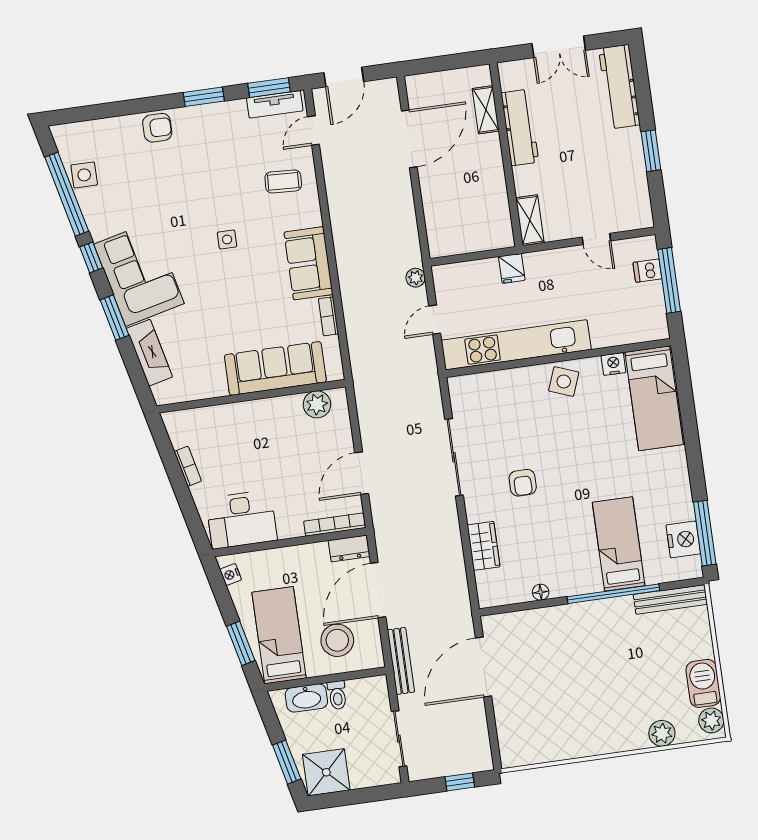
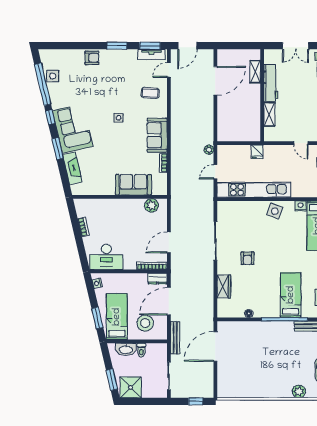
shelving: (530, 220) -> (269, 114), moved
sofa: (275, 368) -> (133, 185), width x0.73

